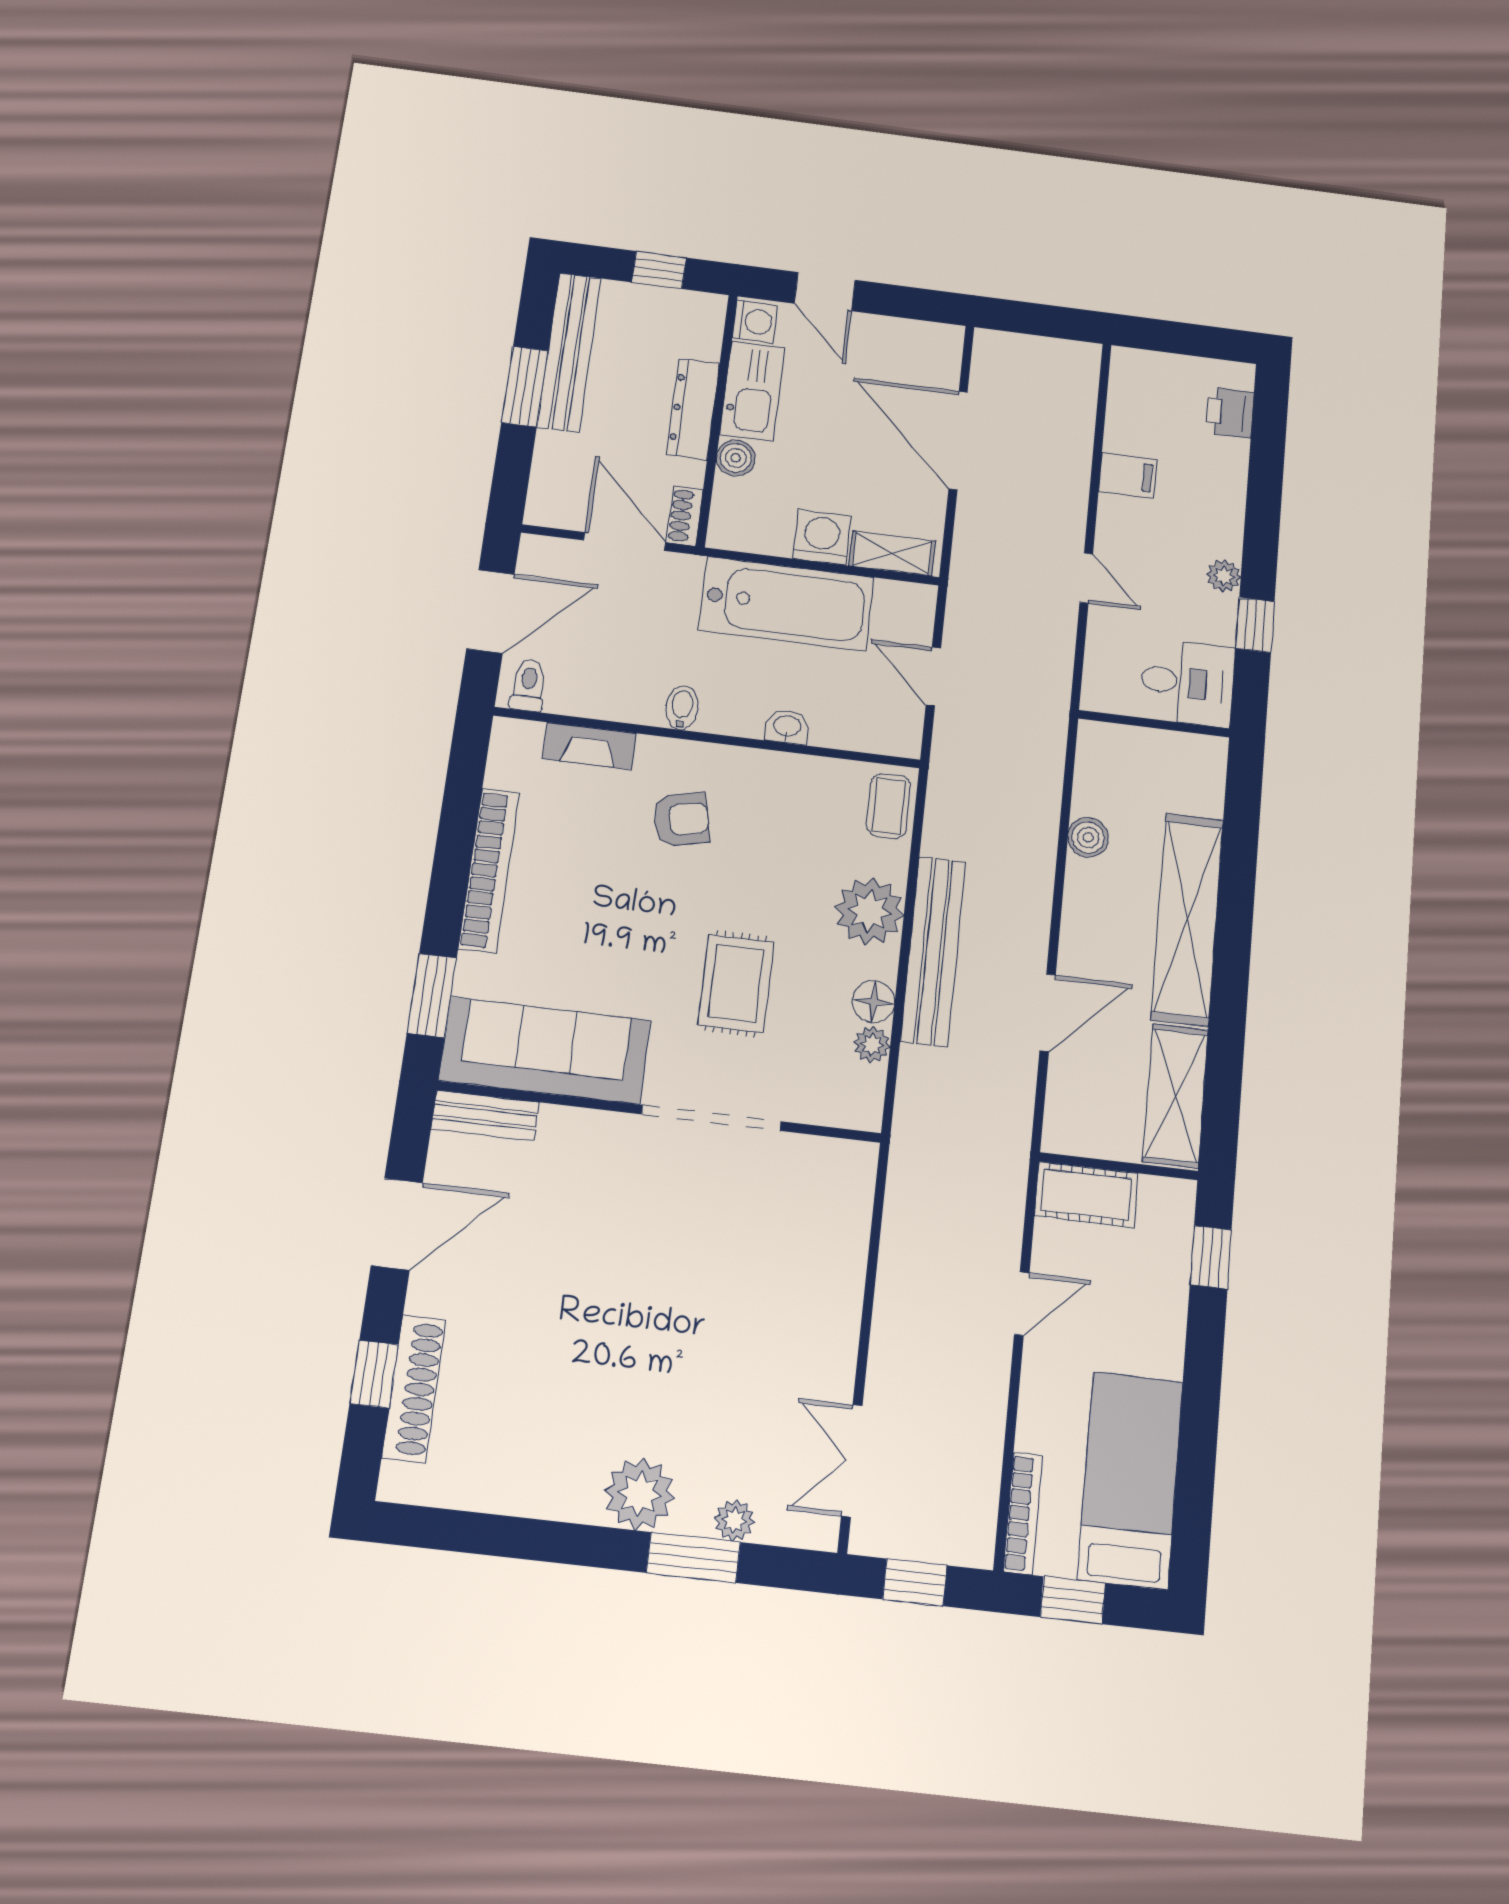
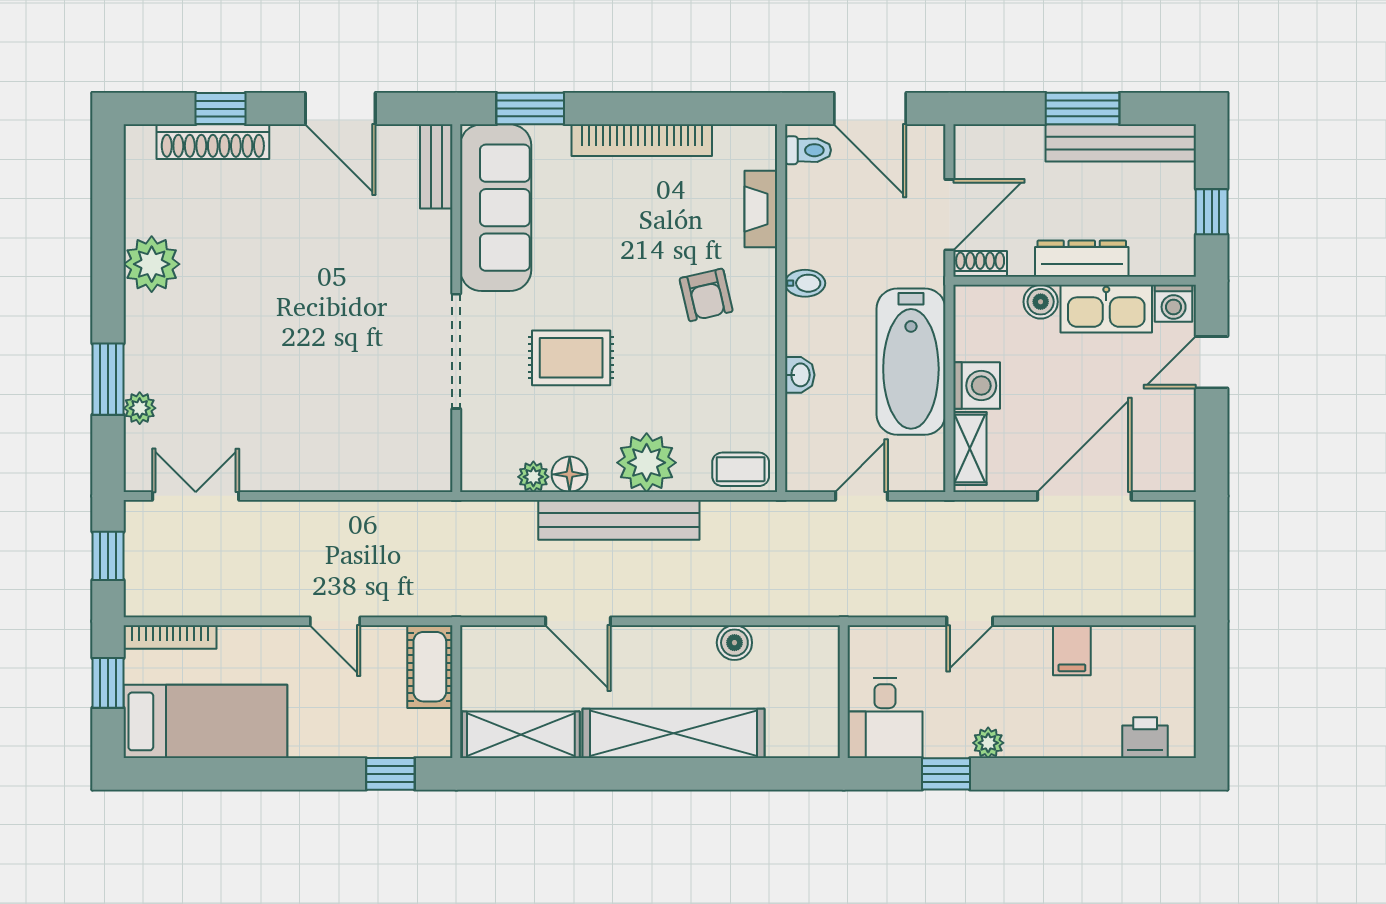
plant: (640, 1494) -> (152, 264), moved

